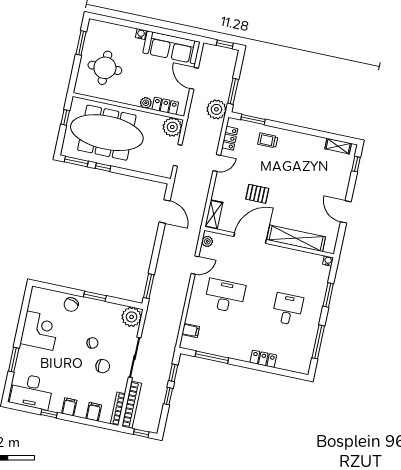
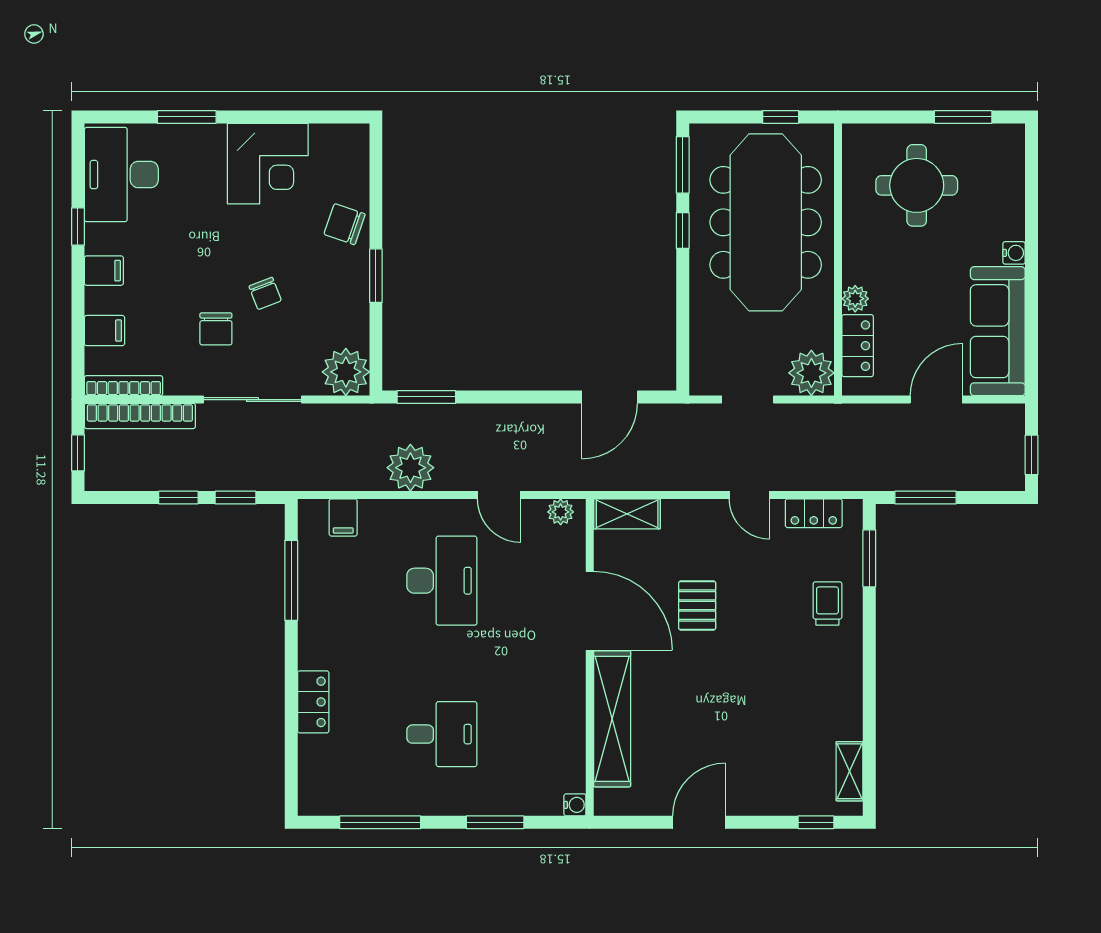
plant: (216, 109) -> (410, 468), moved

